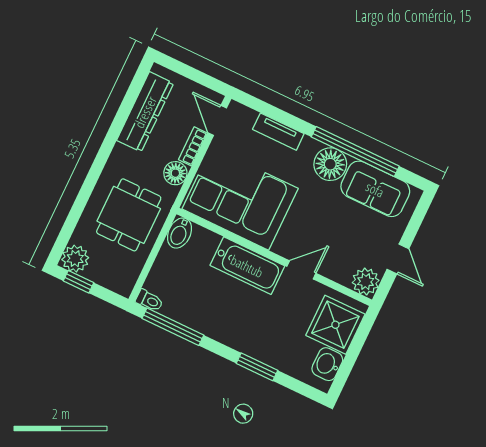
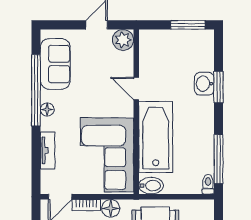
floor lamp: (330, 164) -> (47, 109), width x0.53, depth x0.53
bathtub: (247, 266) -> (156, 137), width x1.36, depth x1.36
shower: (335, 325) -> (163, 47), removed
washbasin: (327, 364) -> (204, 84), moved, turned 90
window: (347, 366) -> (188, 25), added

